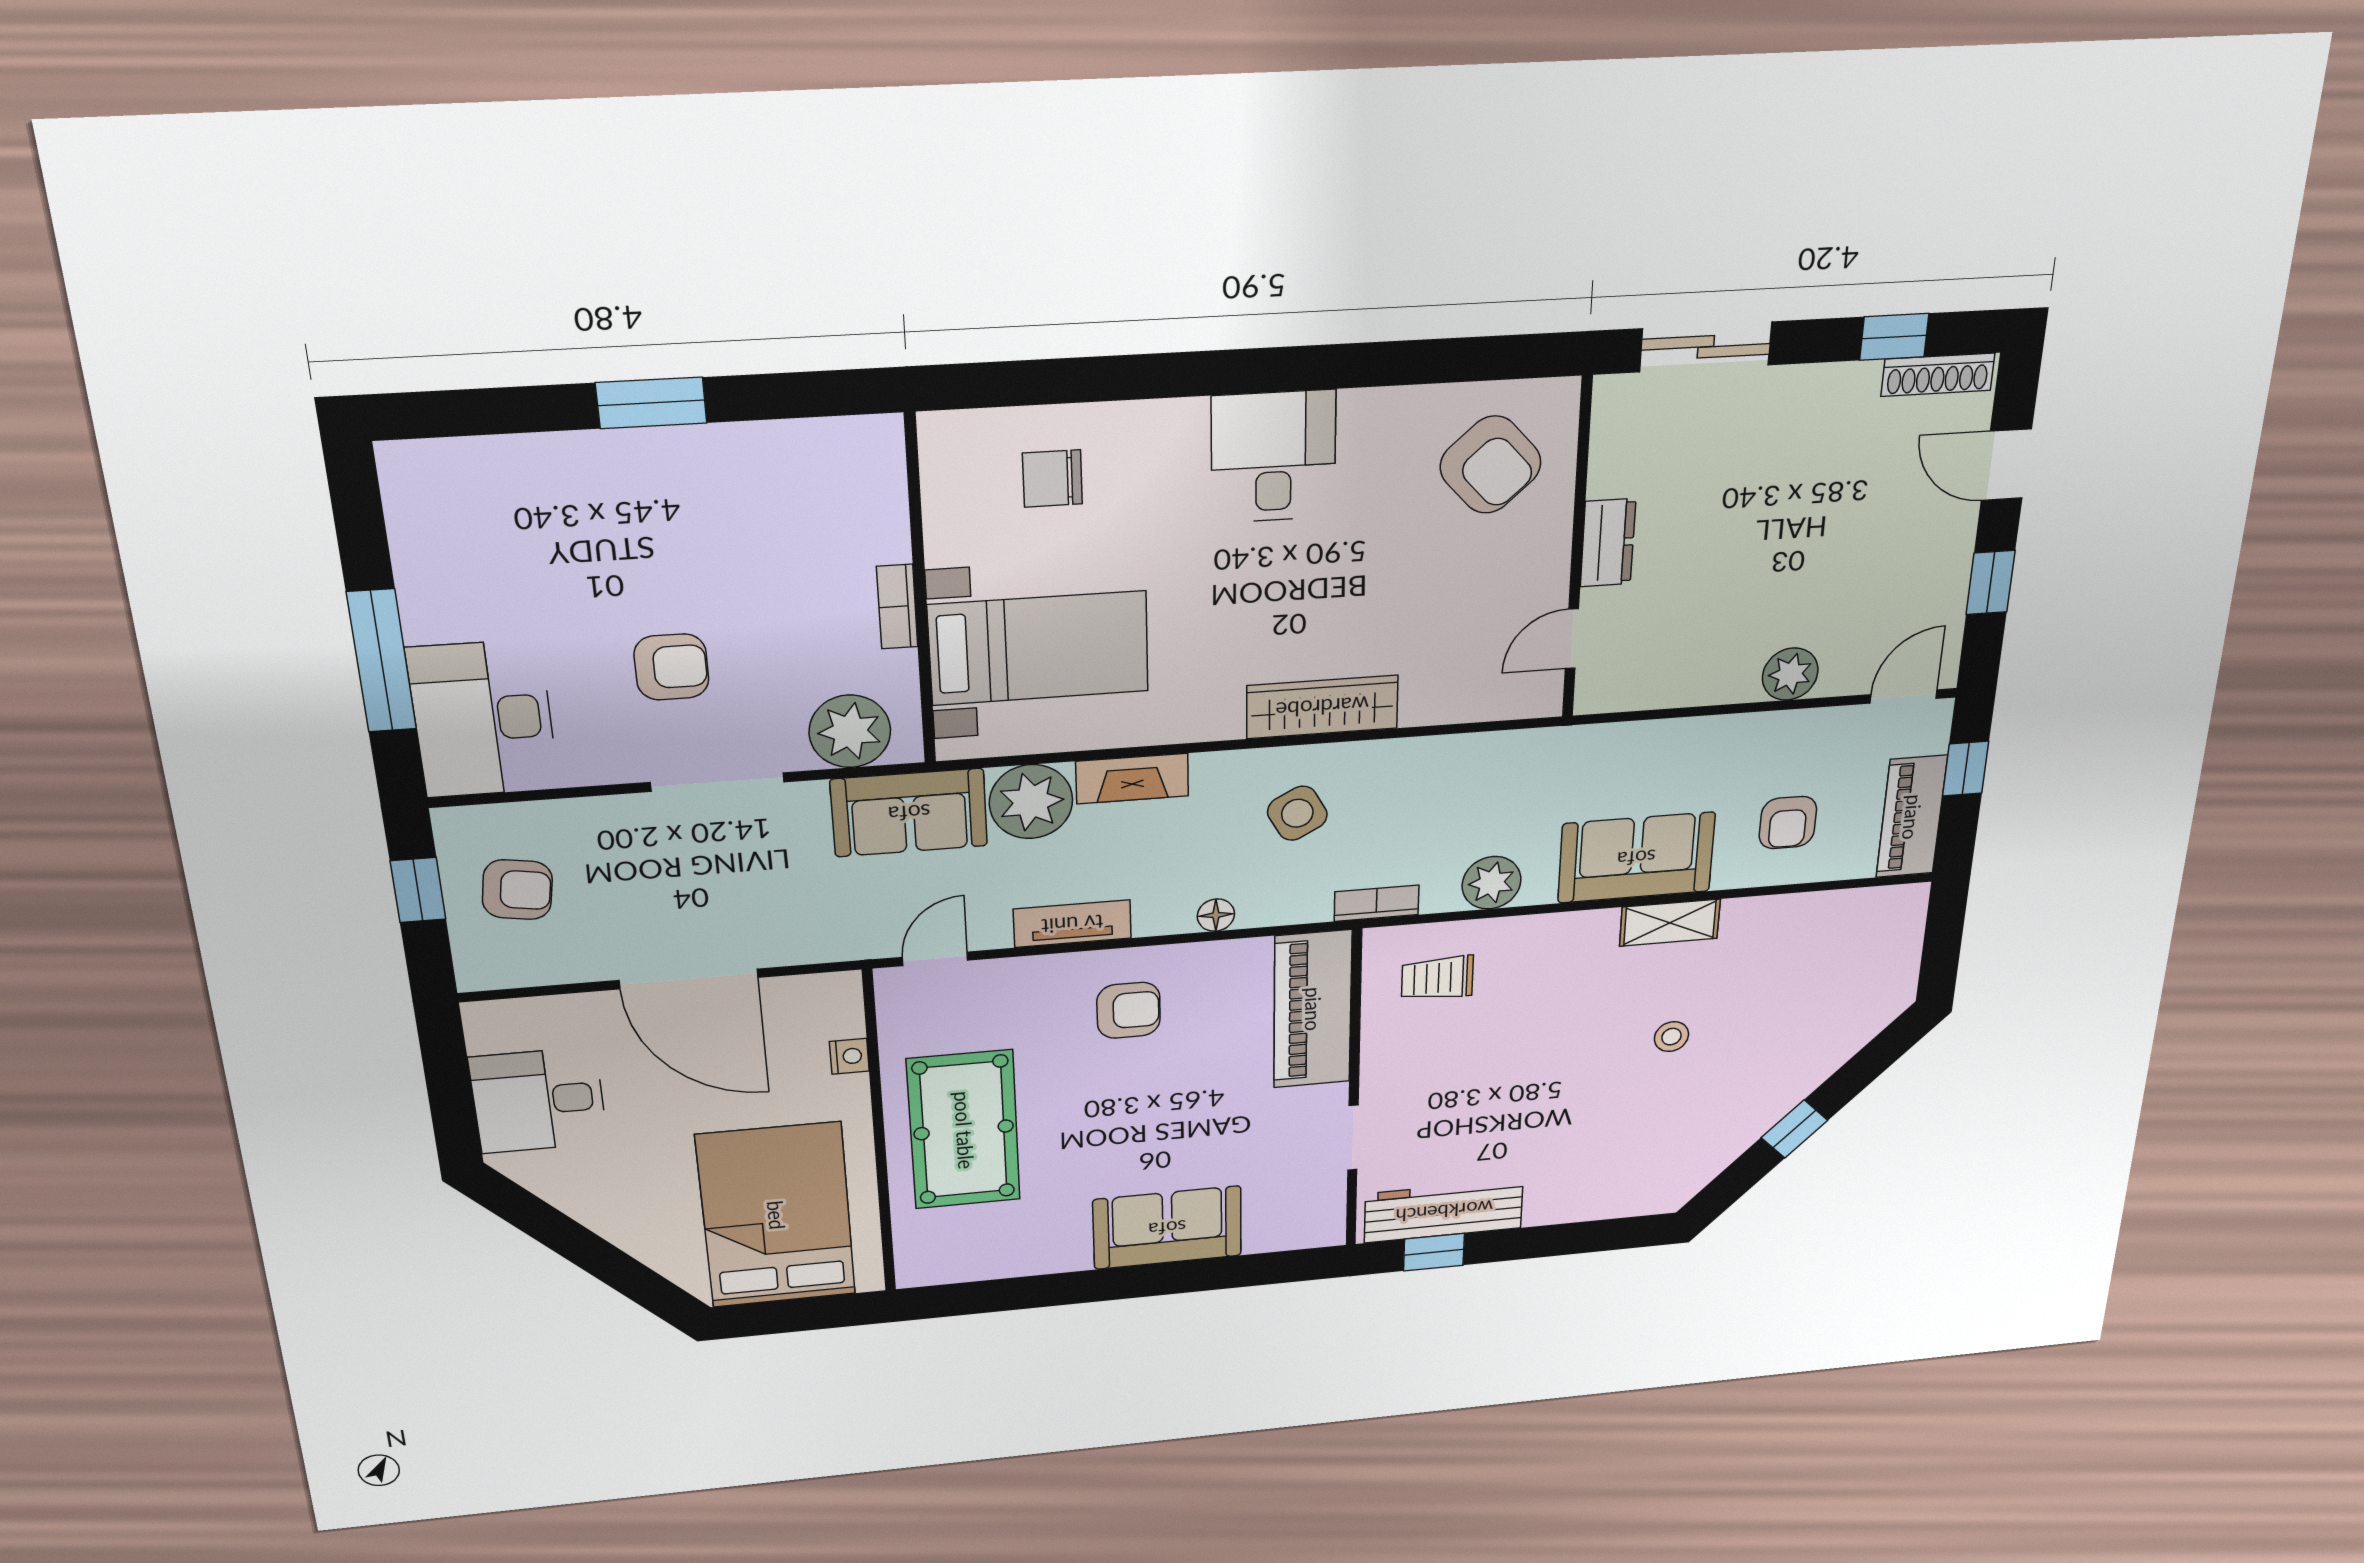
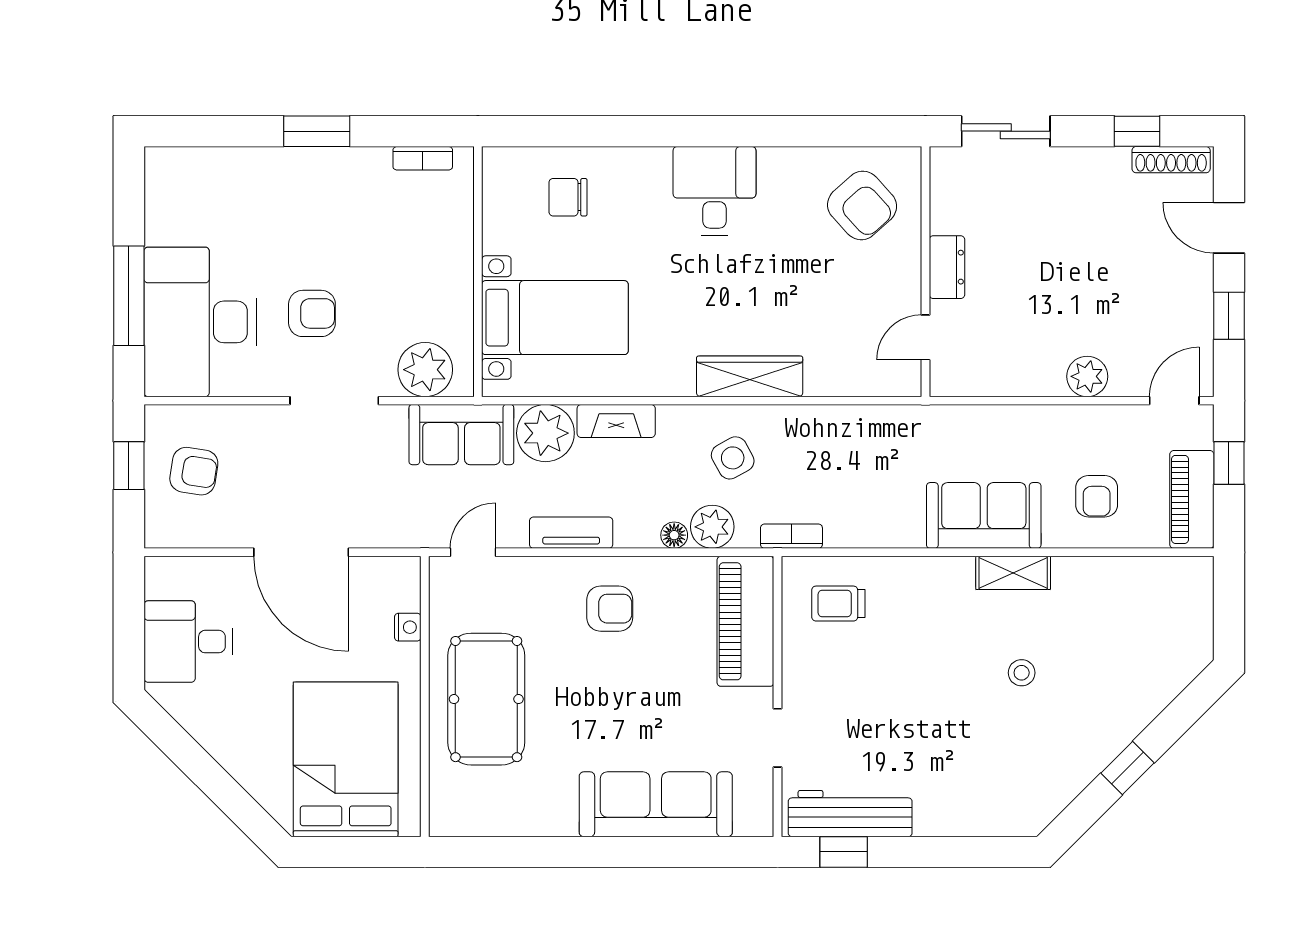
bookcase: (897, 607) -> (423, 158), moved, turned -90
desk: (483, 719) -> (200, 322), width x1.36, depth x1.30
plant: (1492, 883) -> (712, 527), moved
sofa: (1167, 1228) -> (656, 804), width x1.36

